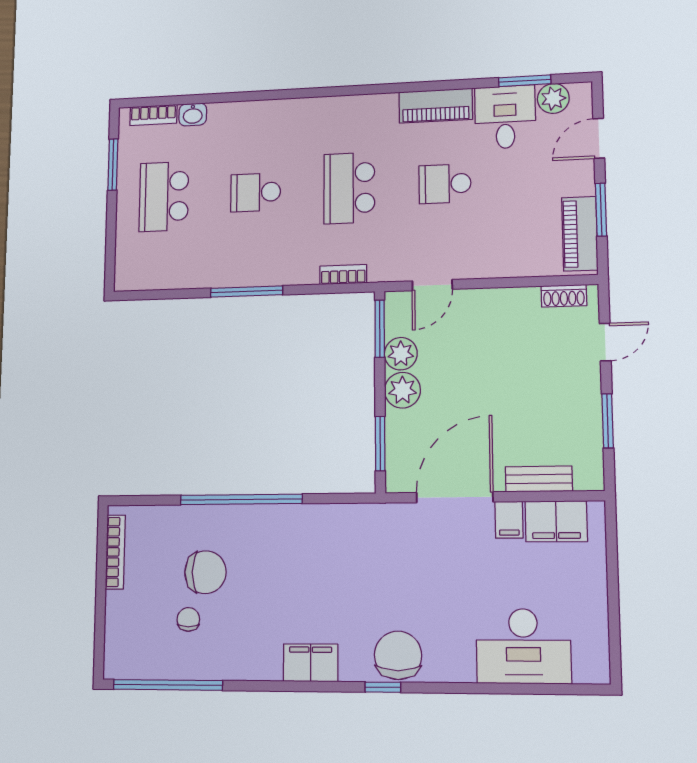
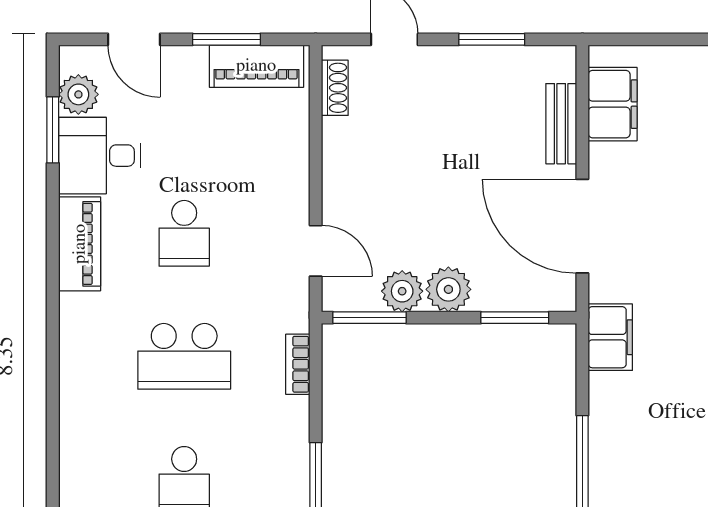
filing cabinet: (509, 520) -> (610, 337), moved, width x2.00

